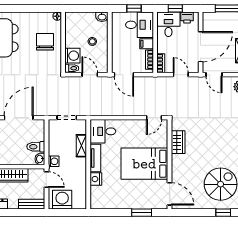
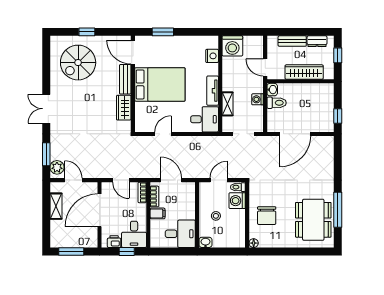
window: (134, 8) -> (171, 251), removed
desk: (140, 25) -> (180, 234), moved, turned 180
door: (90, 75) -> (219, 180), swing flipped
door: (124, 75) -> (171, 180), moved
door: (214, 75) -> (73, 180), moved
door: (154, 118) -> (163, 134), moved
washing machine: (54, 161) -> (258, 99), moved
bench: (177, 169) -> (125, 79), added
nightstand: (96, 179) -> (212, 56), moved
washing machine: (62, 200) -> (232, 46), moved
bench: (32, 204) -> (292, 41), moved
window: (223, 213) -> (87, 32), moved

